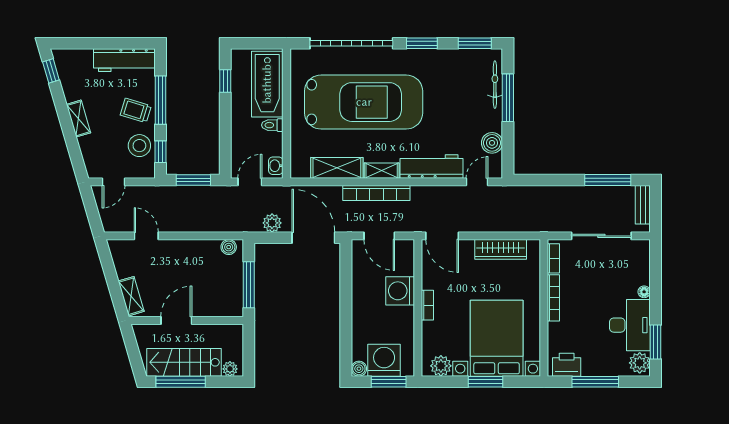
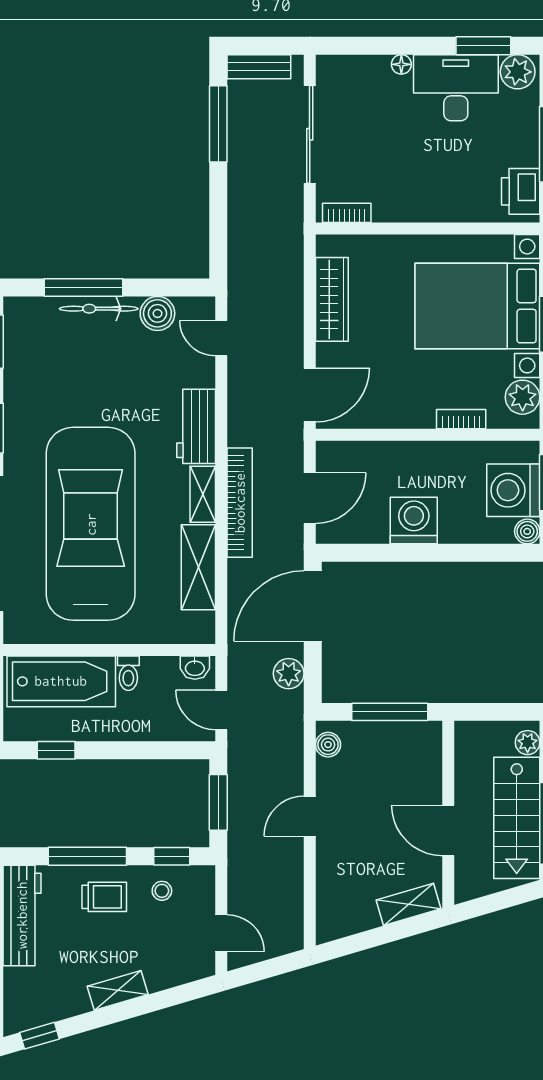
bicycle: (495, 85) -> (99, 309), moved
trolley: (136, 110) -> (104, 897), turned -107
stool: (139, 146) -> (162, 891), width x0.53, depth x0.53
workbench: (432, 166) -> (196, 426), width x0.73
door: (146, 236) -> (310, 816), moved
washing machine: (400, 291) -> (414, 521), moved, turned 180
bookcase: (553, 298) -> (411, 213), removed
bookcase: (427, 305) -> (461, 419), moved

